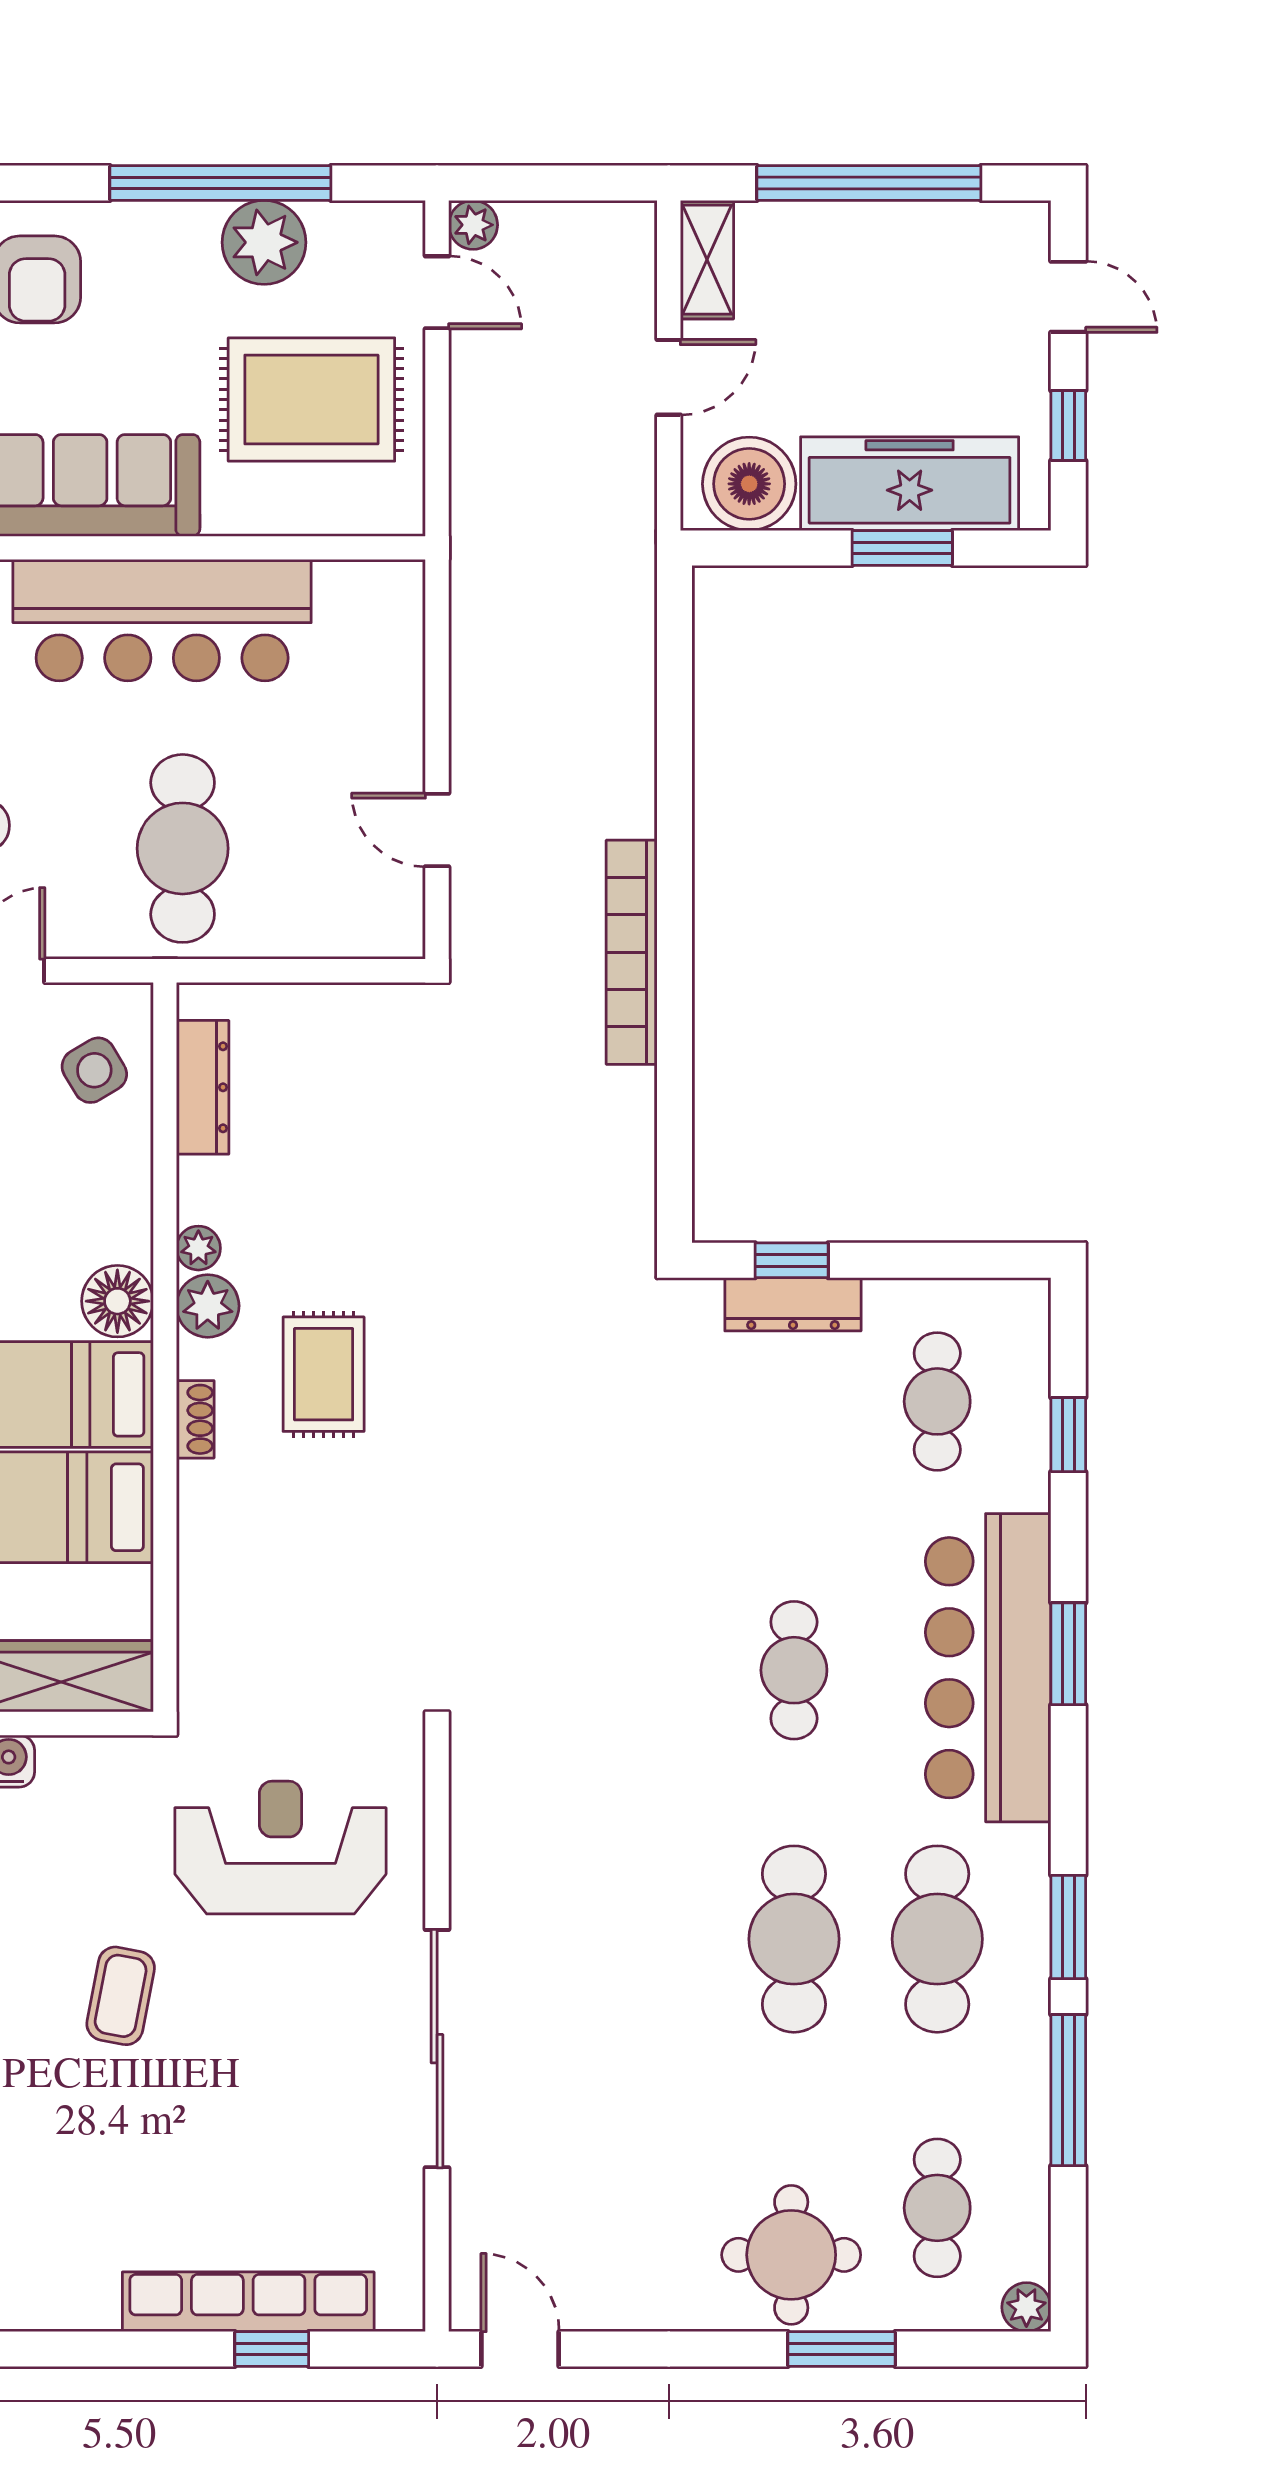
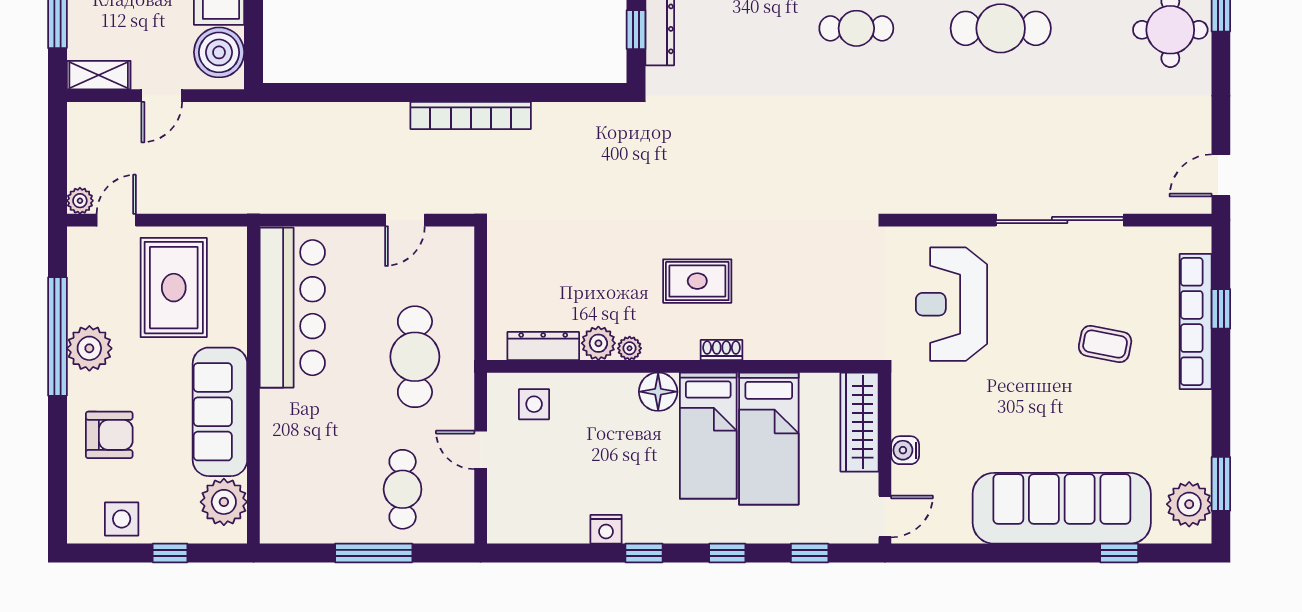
plant: (264, 242) -> (89, 348), moved
door: (669, 377) -> (162, 96), swing flipped
bar counter: (162, 620) -> (292, 308), moved
cafe table: (183, 848) -> (415, 357), turned 90
side table: (94, 1070) -> (534, 404), turned 31
plant: (208, 1306) -> (598, 343), moved
coffee table: (121, 1996) -> (1105, 344), moved

